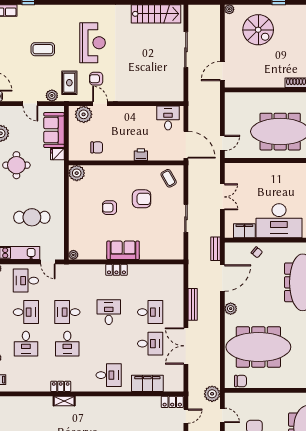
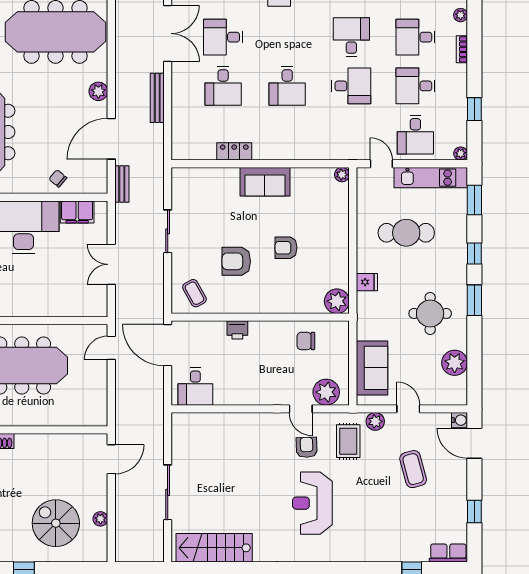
plant: (229, 9) -> (100, 519), moved
coffee table: (43, 49) -> (413, 469), moved, turned 75
armchair: (96, 79) -> (307, 447), turned -92
fridge: (57, 154) -> (367, 282), moved
armchair: (110, 208) -> (286, 248), turned 180
locker: (116, 270) -> (234, 151), moved
desk: (26, 281) -> (415, 135), turned 90
desk: (150, 312) -> (223, 86), turned -90
desk: (26, 344) -> (415, 37), turned -90

